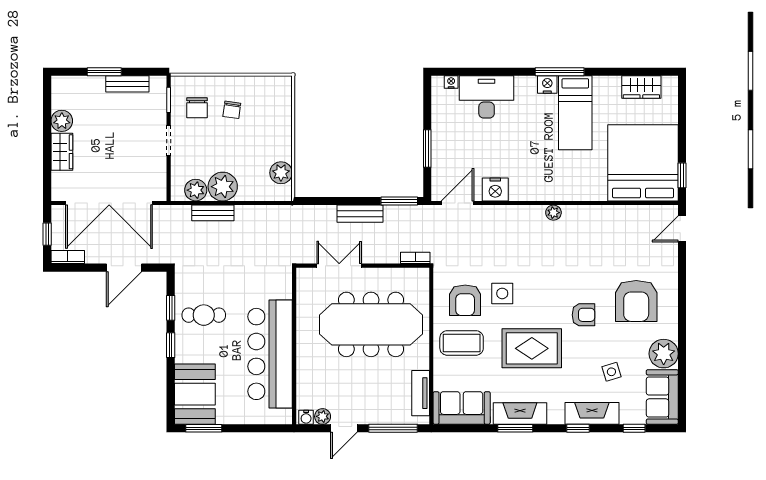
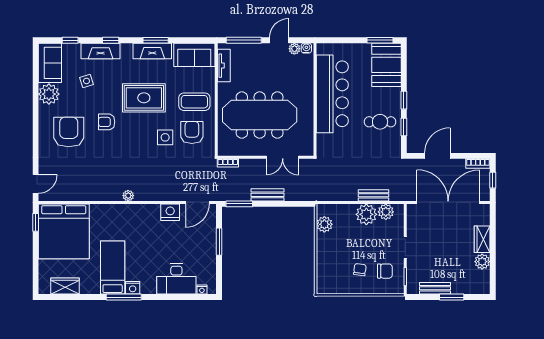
chair: (197, 108) -> (385, 271), turned 90

